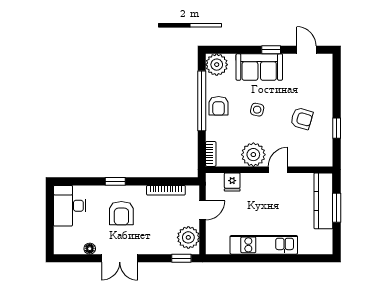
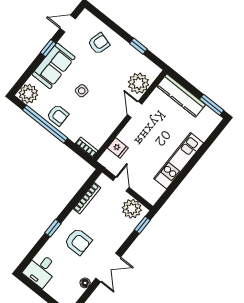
armchair: (302, 119) -> (99, 43), moved
plant: (253, 155) -> (139, 83), moved
desk: (70, 206) -> (41, 270), width x0.73
window: (337, 208) -> (212, 105), moved

